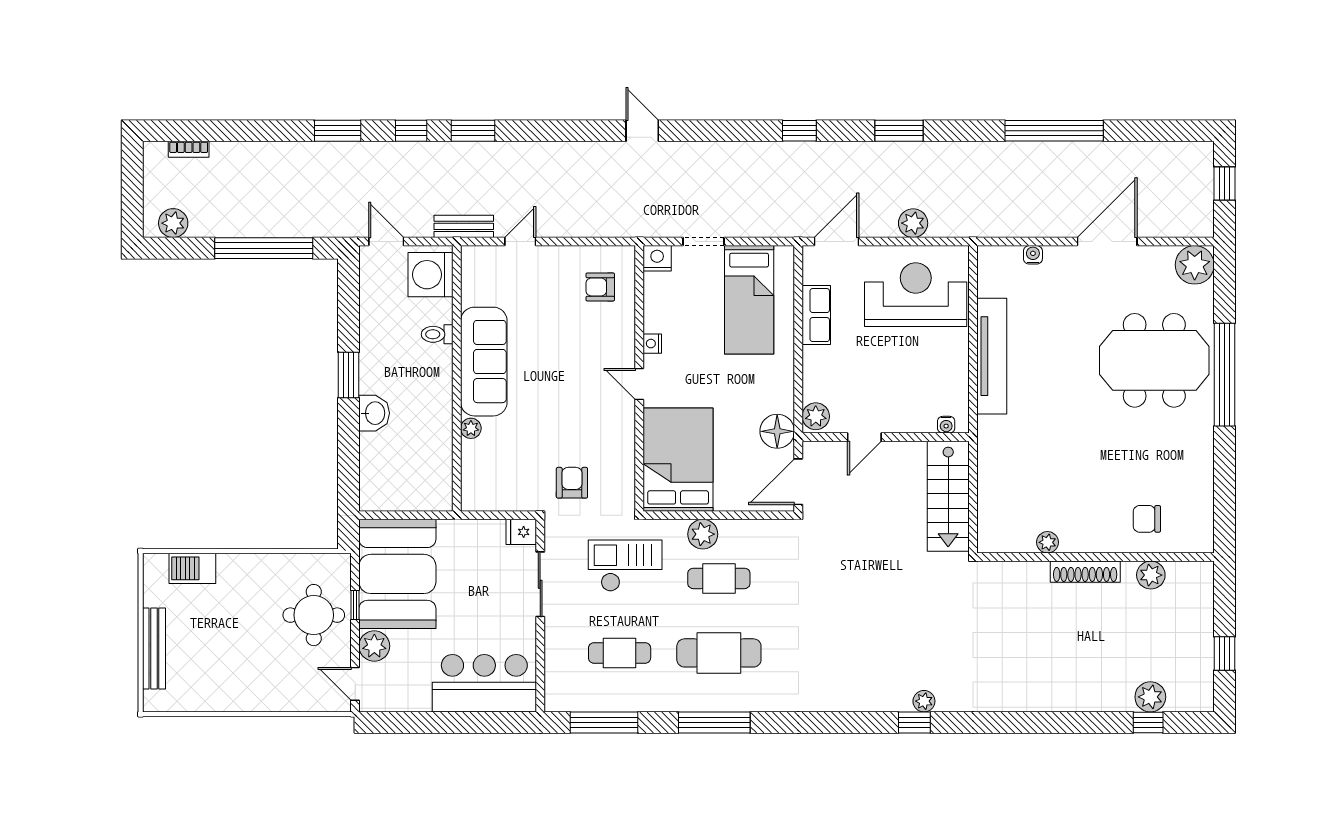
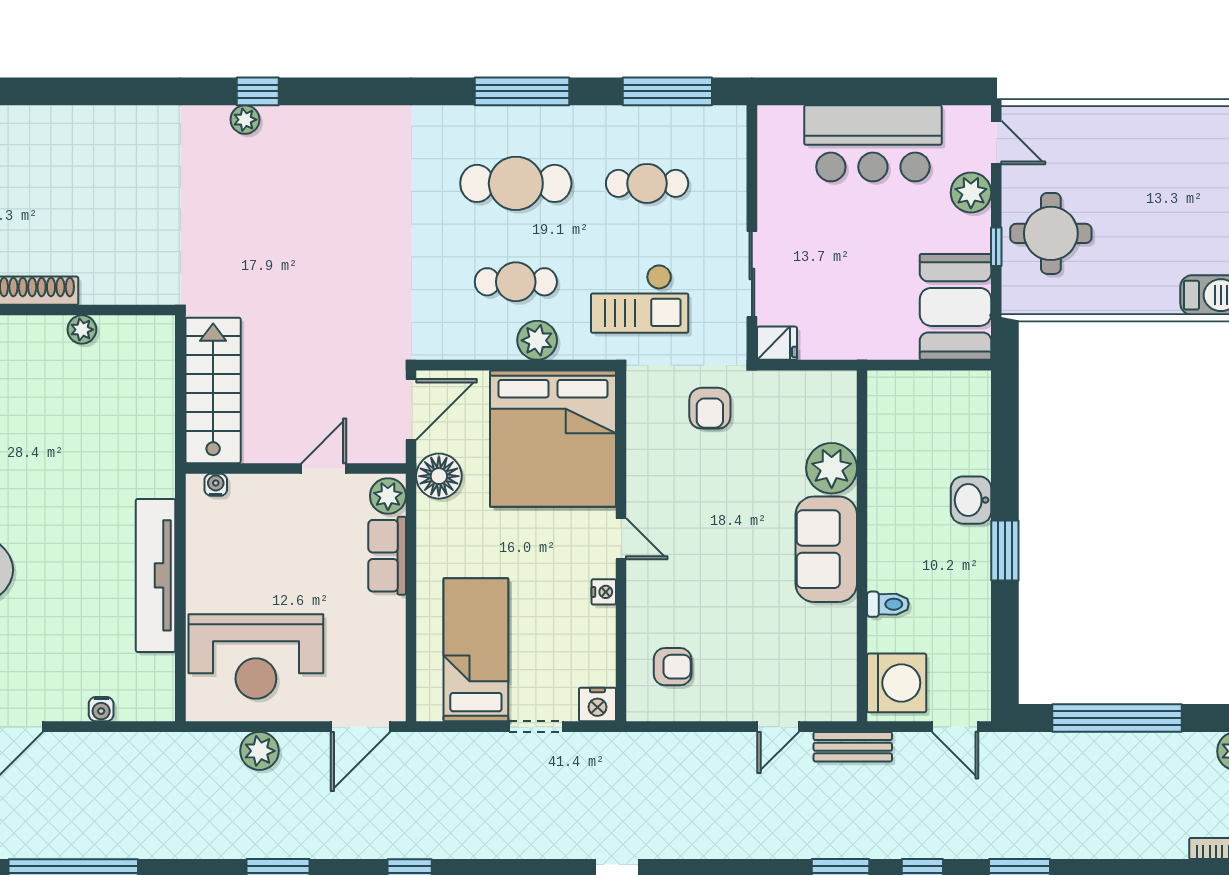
row of seats: (816, 315) -> (387, 556), moved
sofa: (484, 362) -> (826, 549), width x0.73
plant: (471, 428) -> (832, 468), width x1.88, depth x1.88
bed: (678, 460) -> (553, 439), width x1.36
booth: (397, 574) -> (955, 307), width x0.73, depth x0.70
bar counter: (484, 683) -> (873, 143), moved

